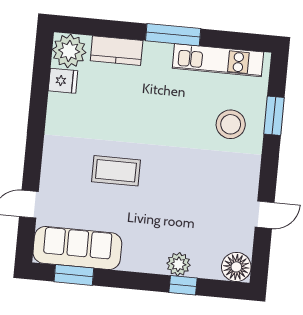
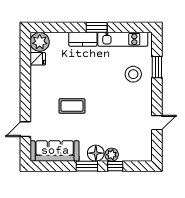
window: (173, 35) -> (97, 27), width x0.69
kitchen counter: (117, 51) -> (83, 39), moved
floor lamp: (236, 267) -> (96, 153), moved
window: (74, 275) -> (87, 166), moved

